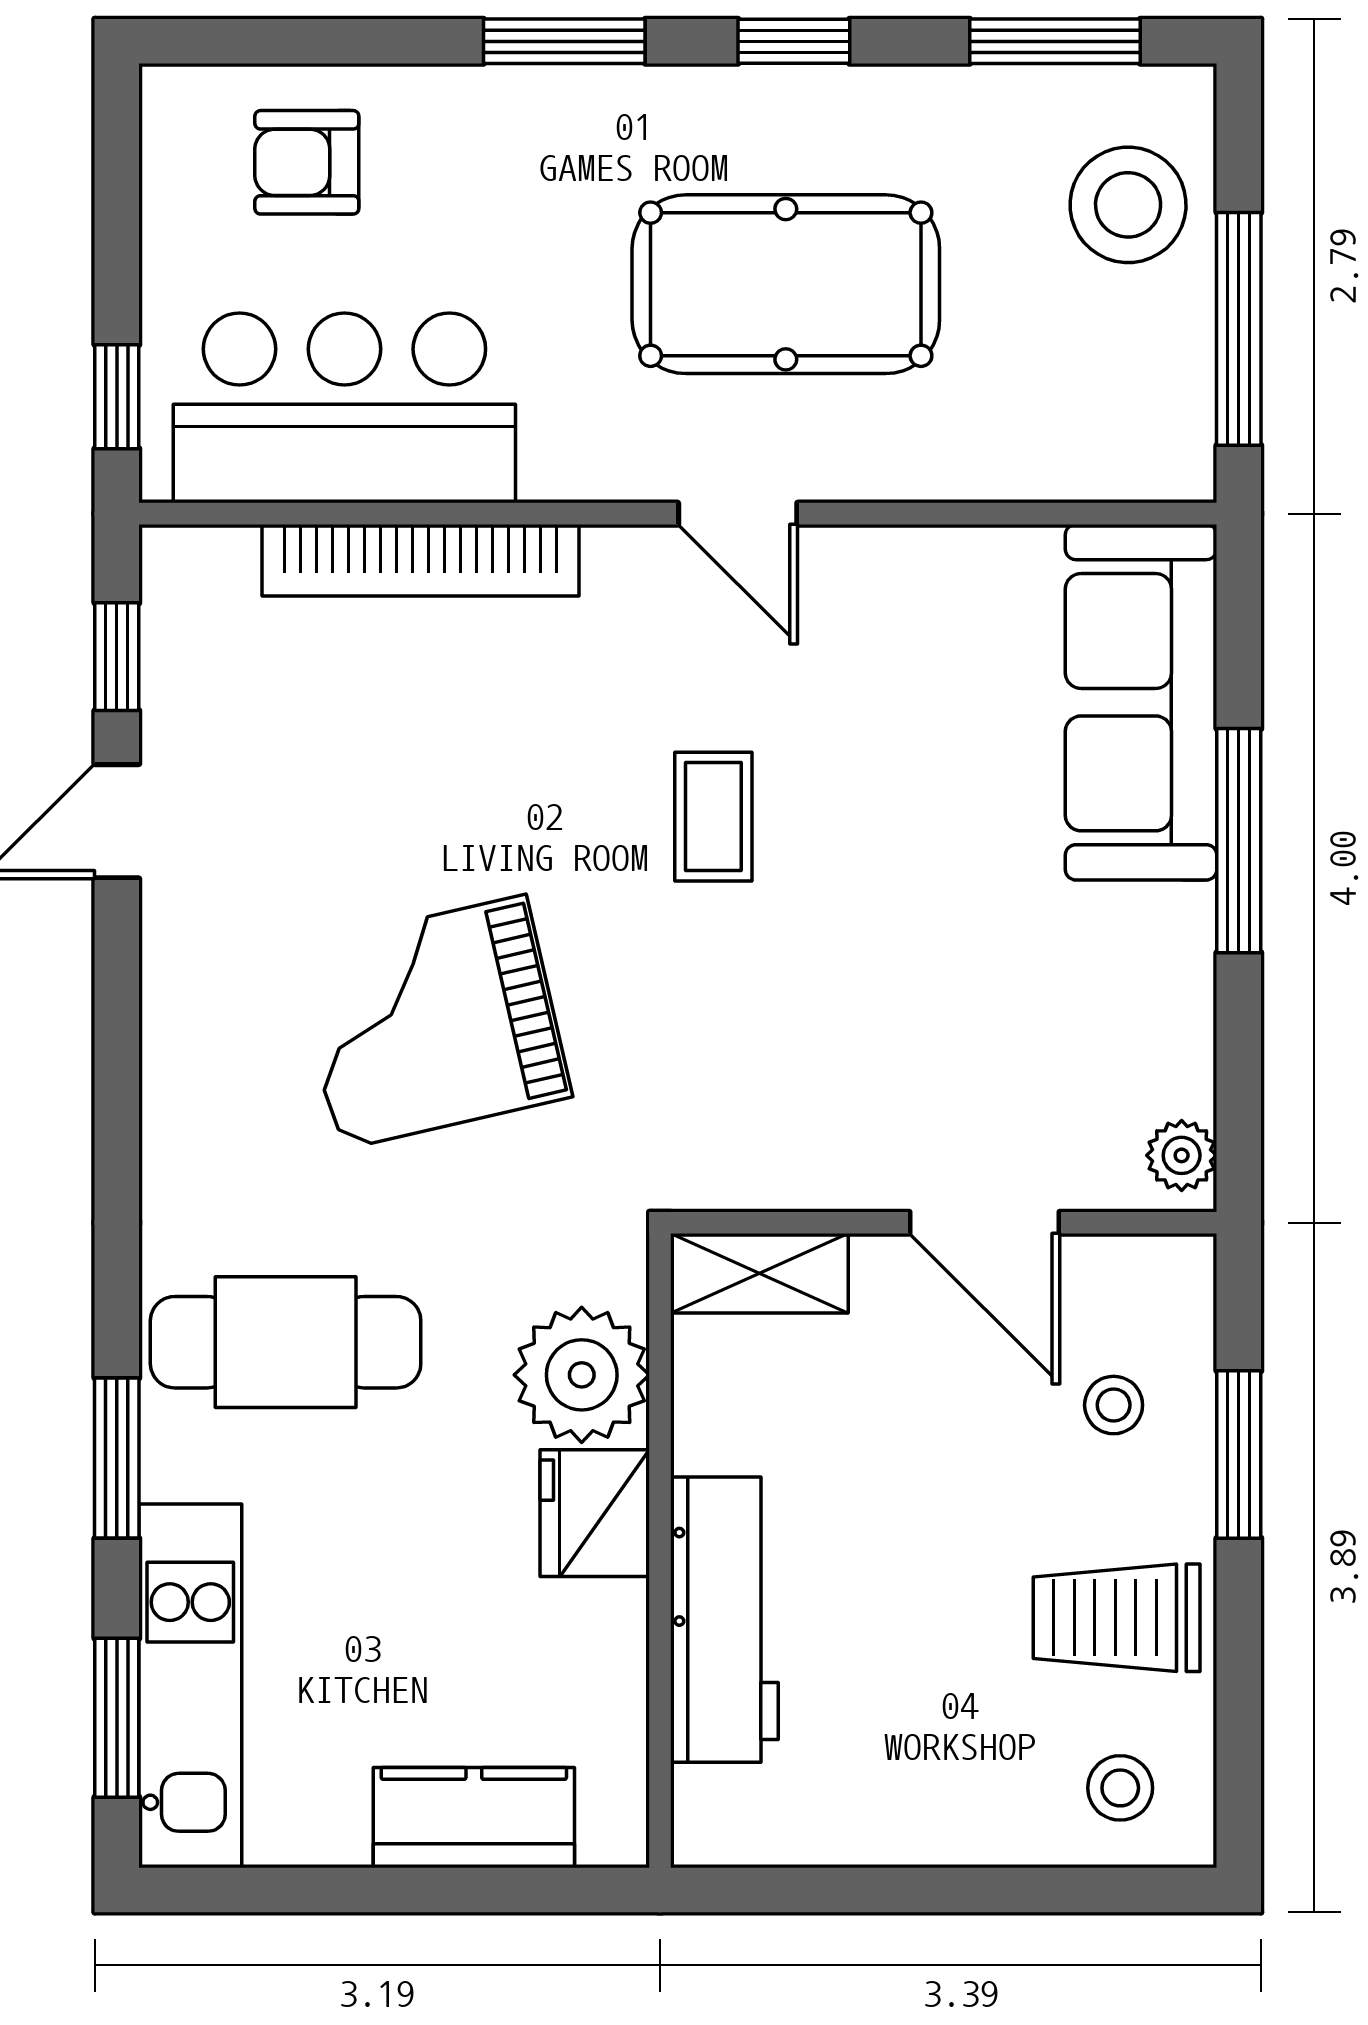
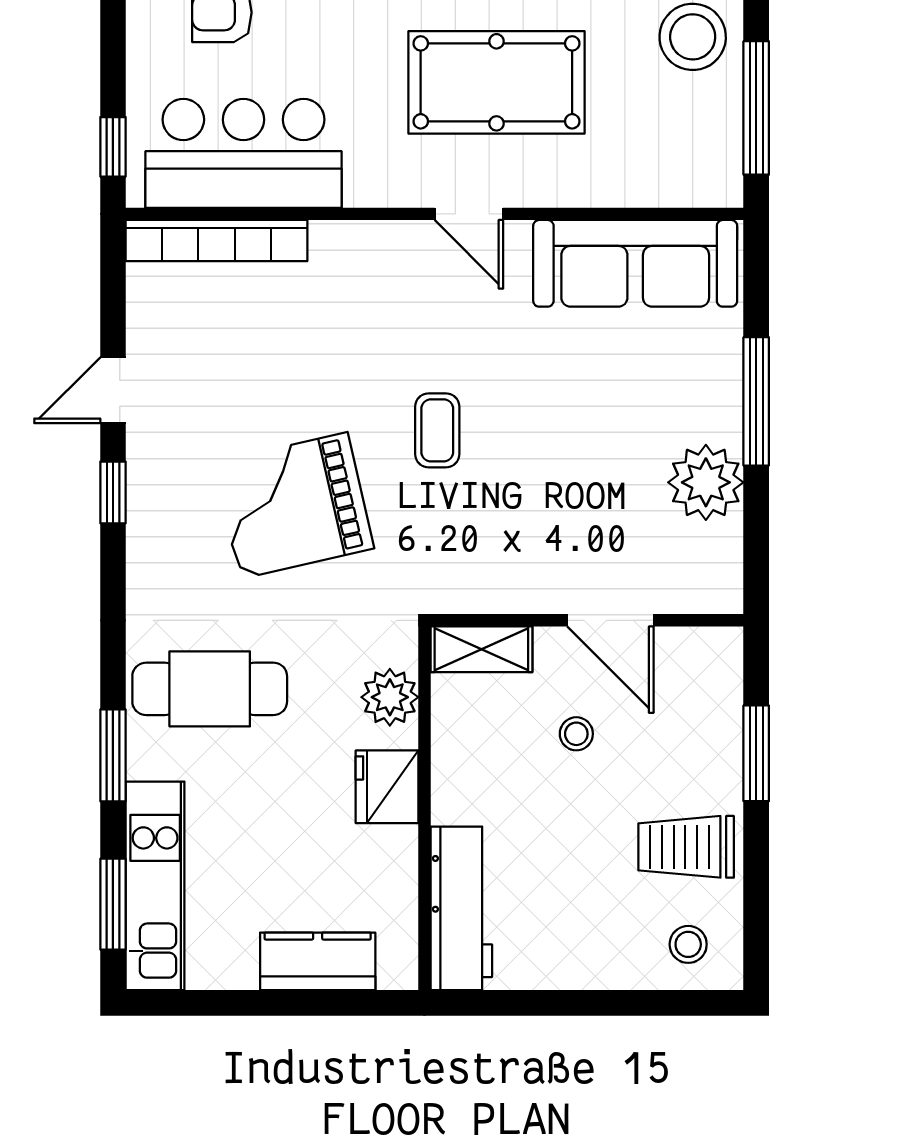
bookcase: (421, 560) -> (216, 241), moved
window: (117, 657) -> (113, 492), moved
sofa: (1141, 702) -> (635, 263), moved, turned -90
coffee table: (713, 817) -> (437, 430), moved
plant: (1182, 1155) -> (706, 482), moved, width x1.88, depth x1.88
plant: (582, 1375) -> (390, 697), width x0.73, depth x0.73
stool: (1114, 1405) -> (576, 734), moved
workbench: (724, 1620) -> (461, 908), moved

